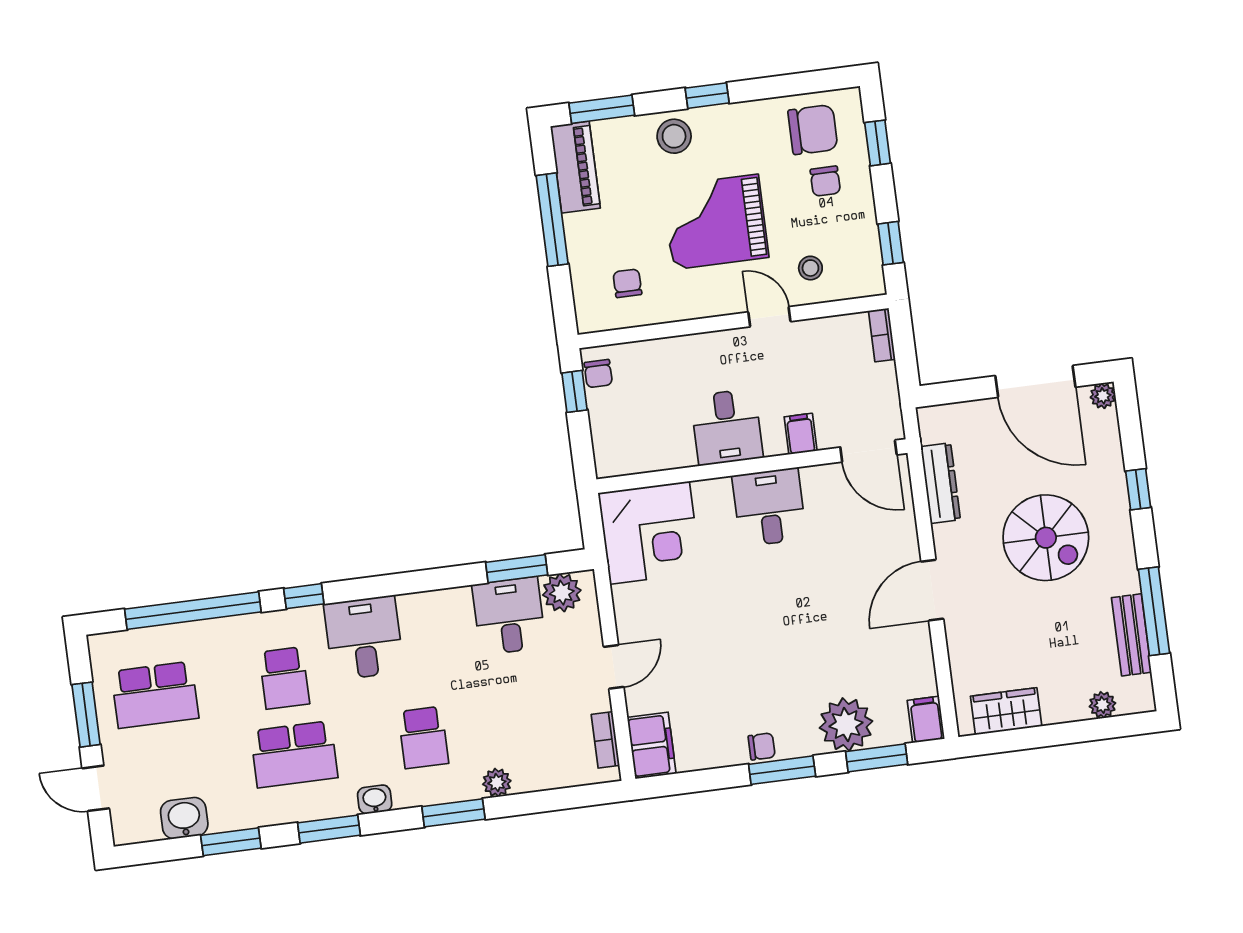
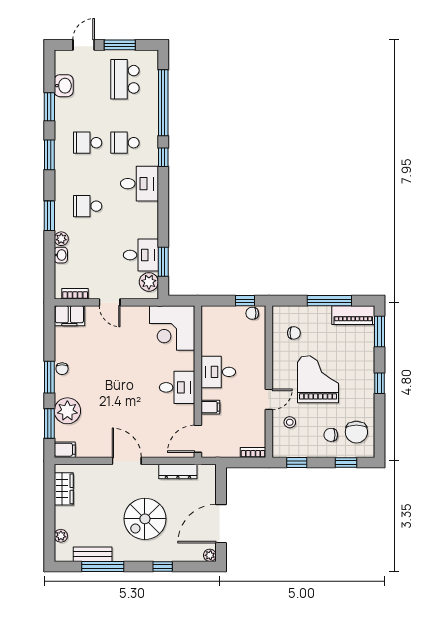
stool: (674, 136) -> (362, 365), removed
school desk: (294, 754) -> (88, 143), width x0.54
washbasin: (375, 799) -> (61, 255), moved

